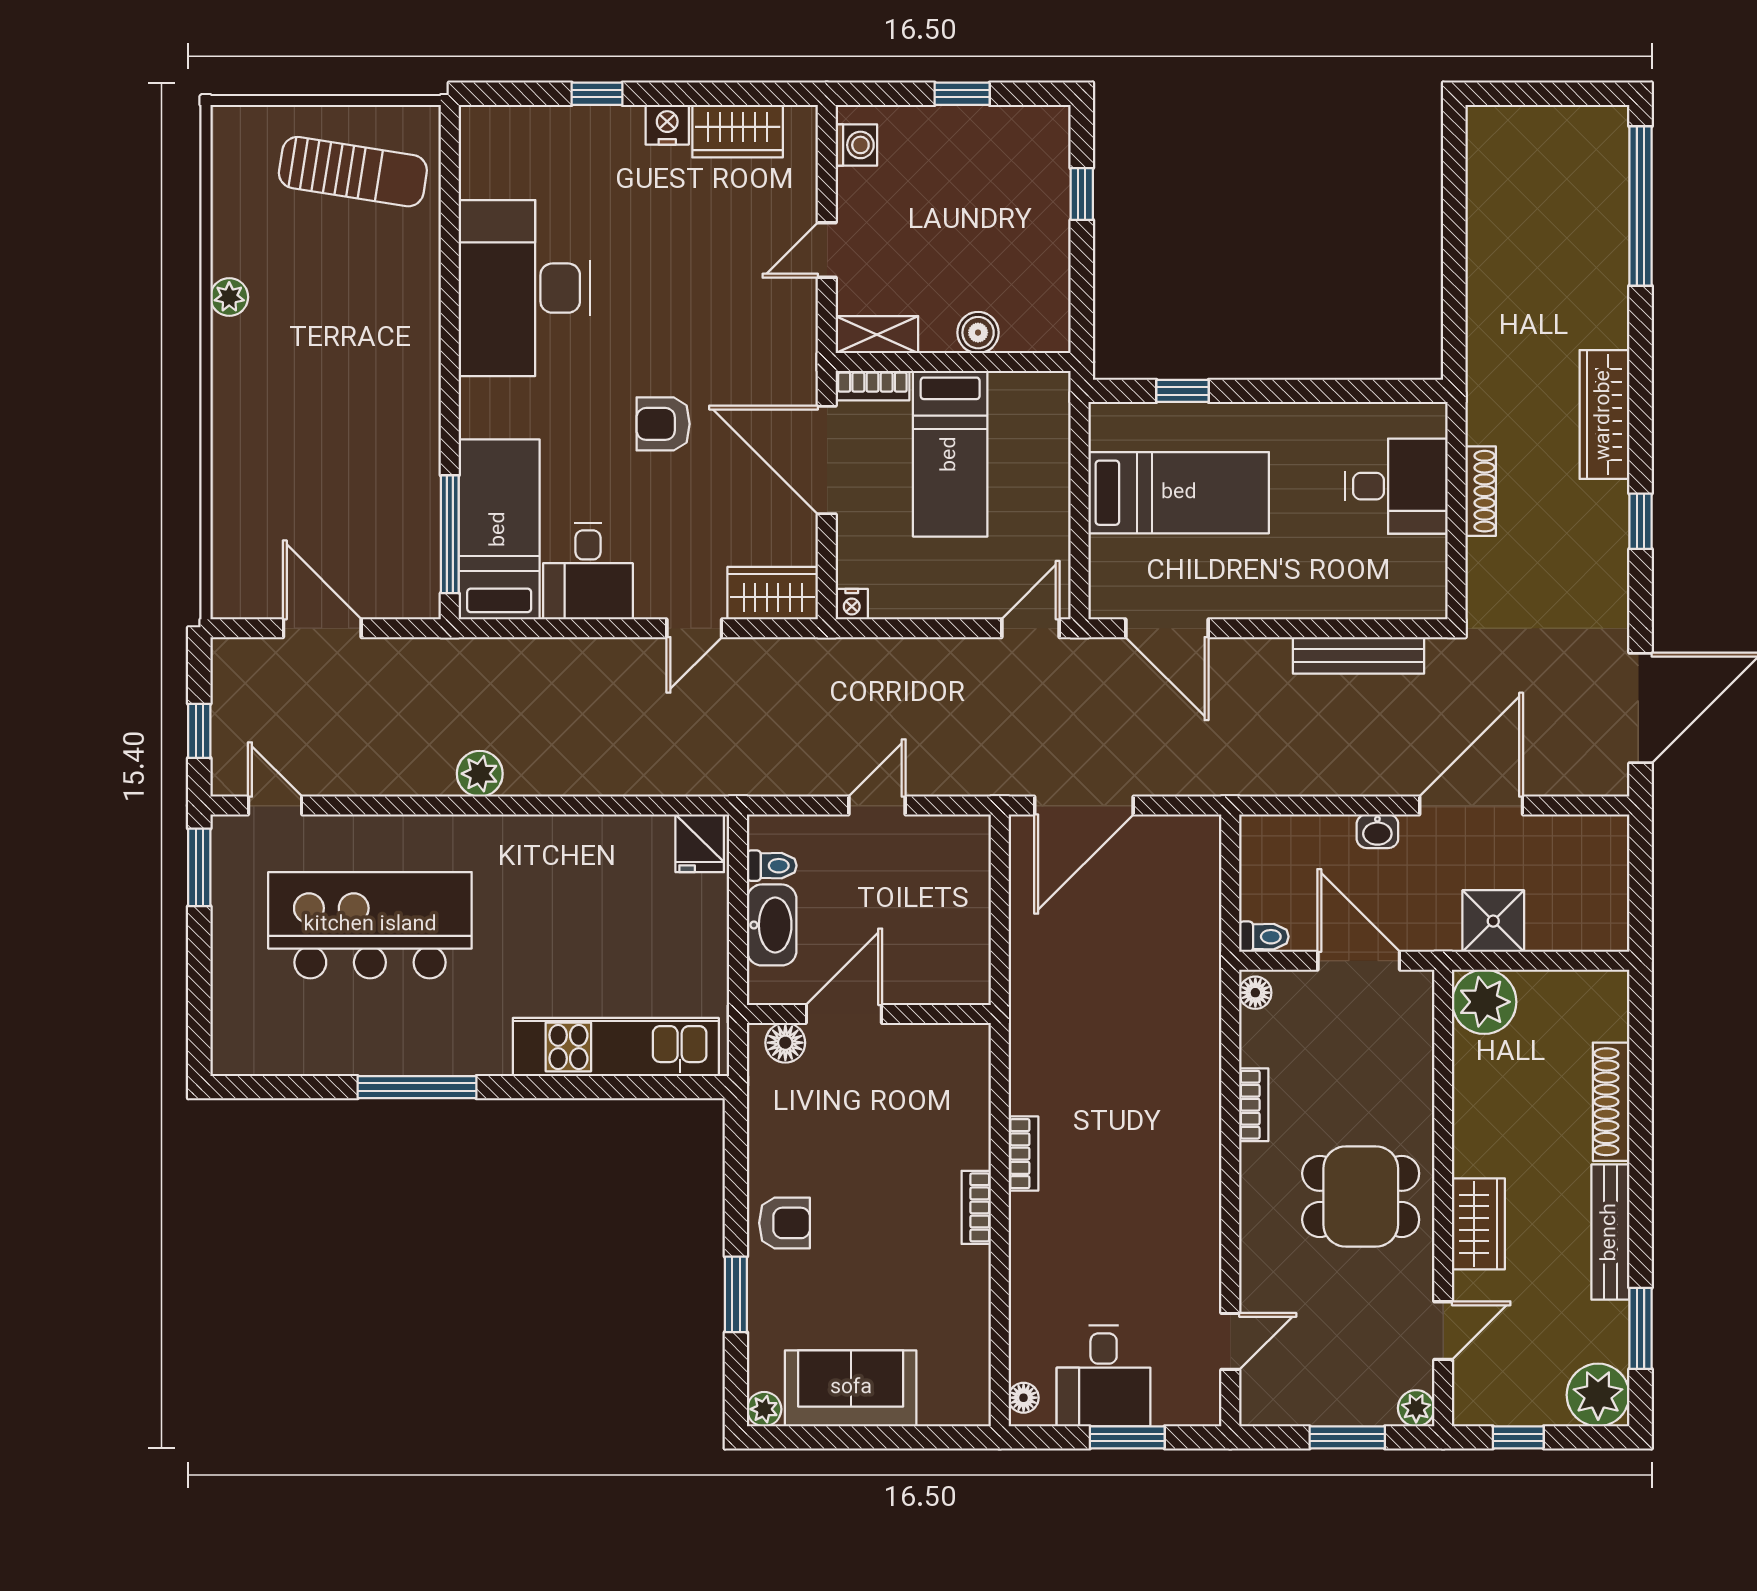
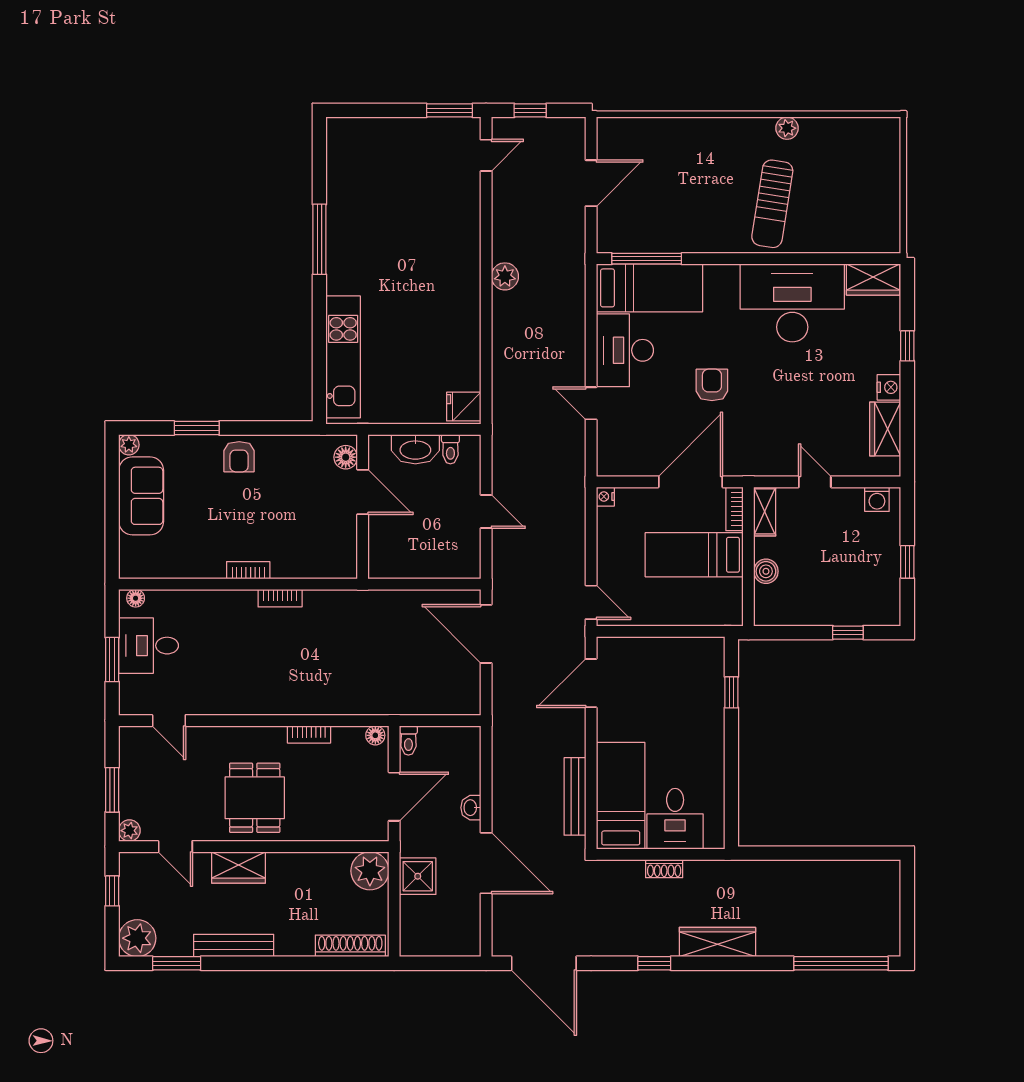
sun lounger: (353, 172) -> (772, 204), moved
shoe rack: (1481, 491) -> (664, 869), width x0.70
bed: (1179, 493) -> (621, 796), moved, turned 180
desk: (588, 571) -> (625, 350), width x1.37
wardrobe: (773, 593) -> (873, 279), moved, turned 90
kitchen island: (370, 925) -> (415, 211), removed
shoe rack: (1611, 1102) -> (350, 946), moved

